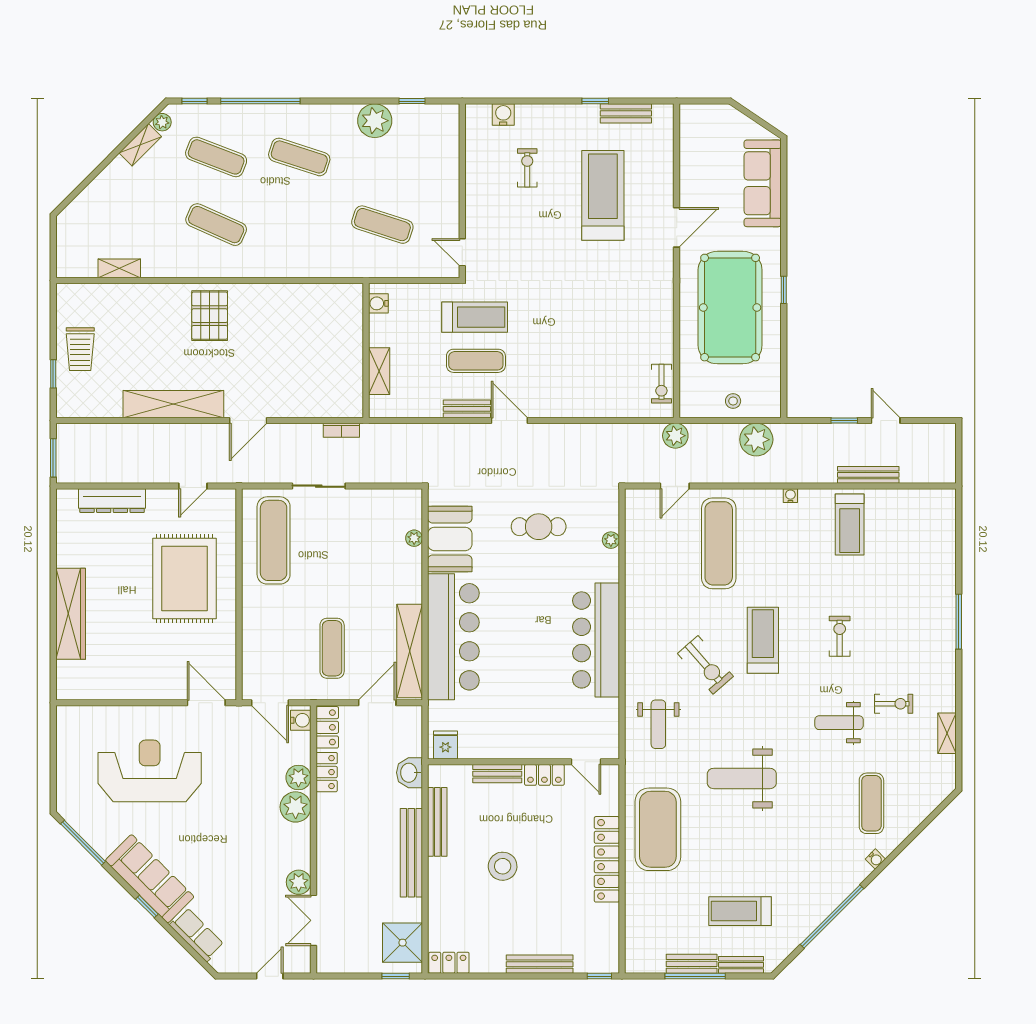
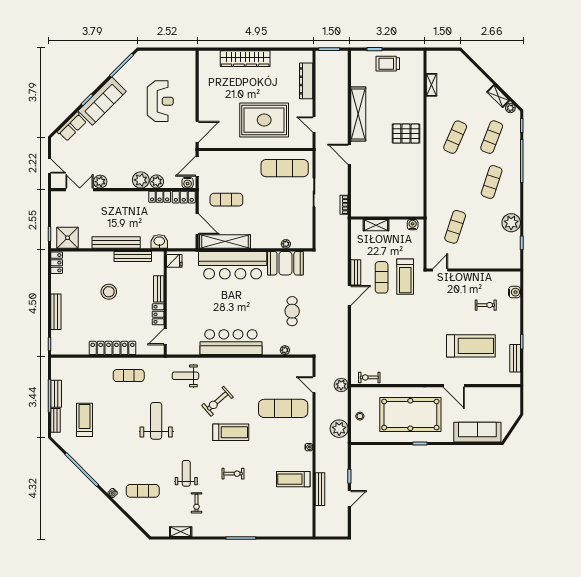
reception desk: (150, 771) -> (160, 101), width x0.74, depth x0.77
exercise mat: (658, 829) -> (129, 376), width x0.50, depth x0.69

